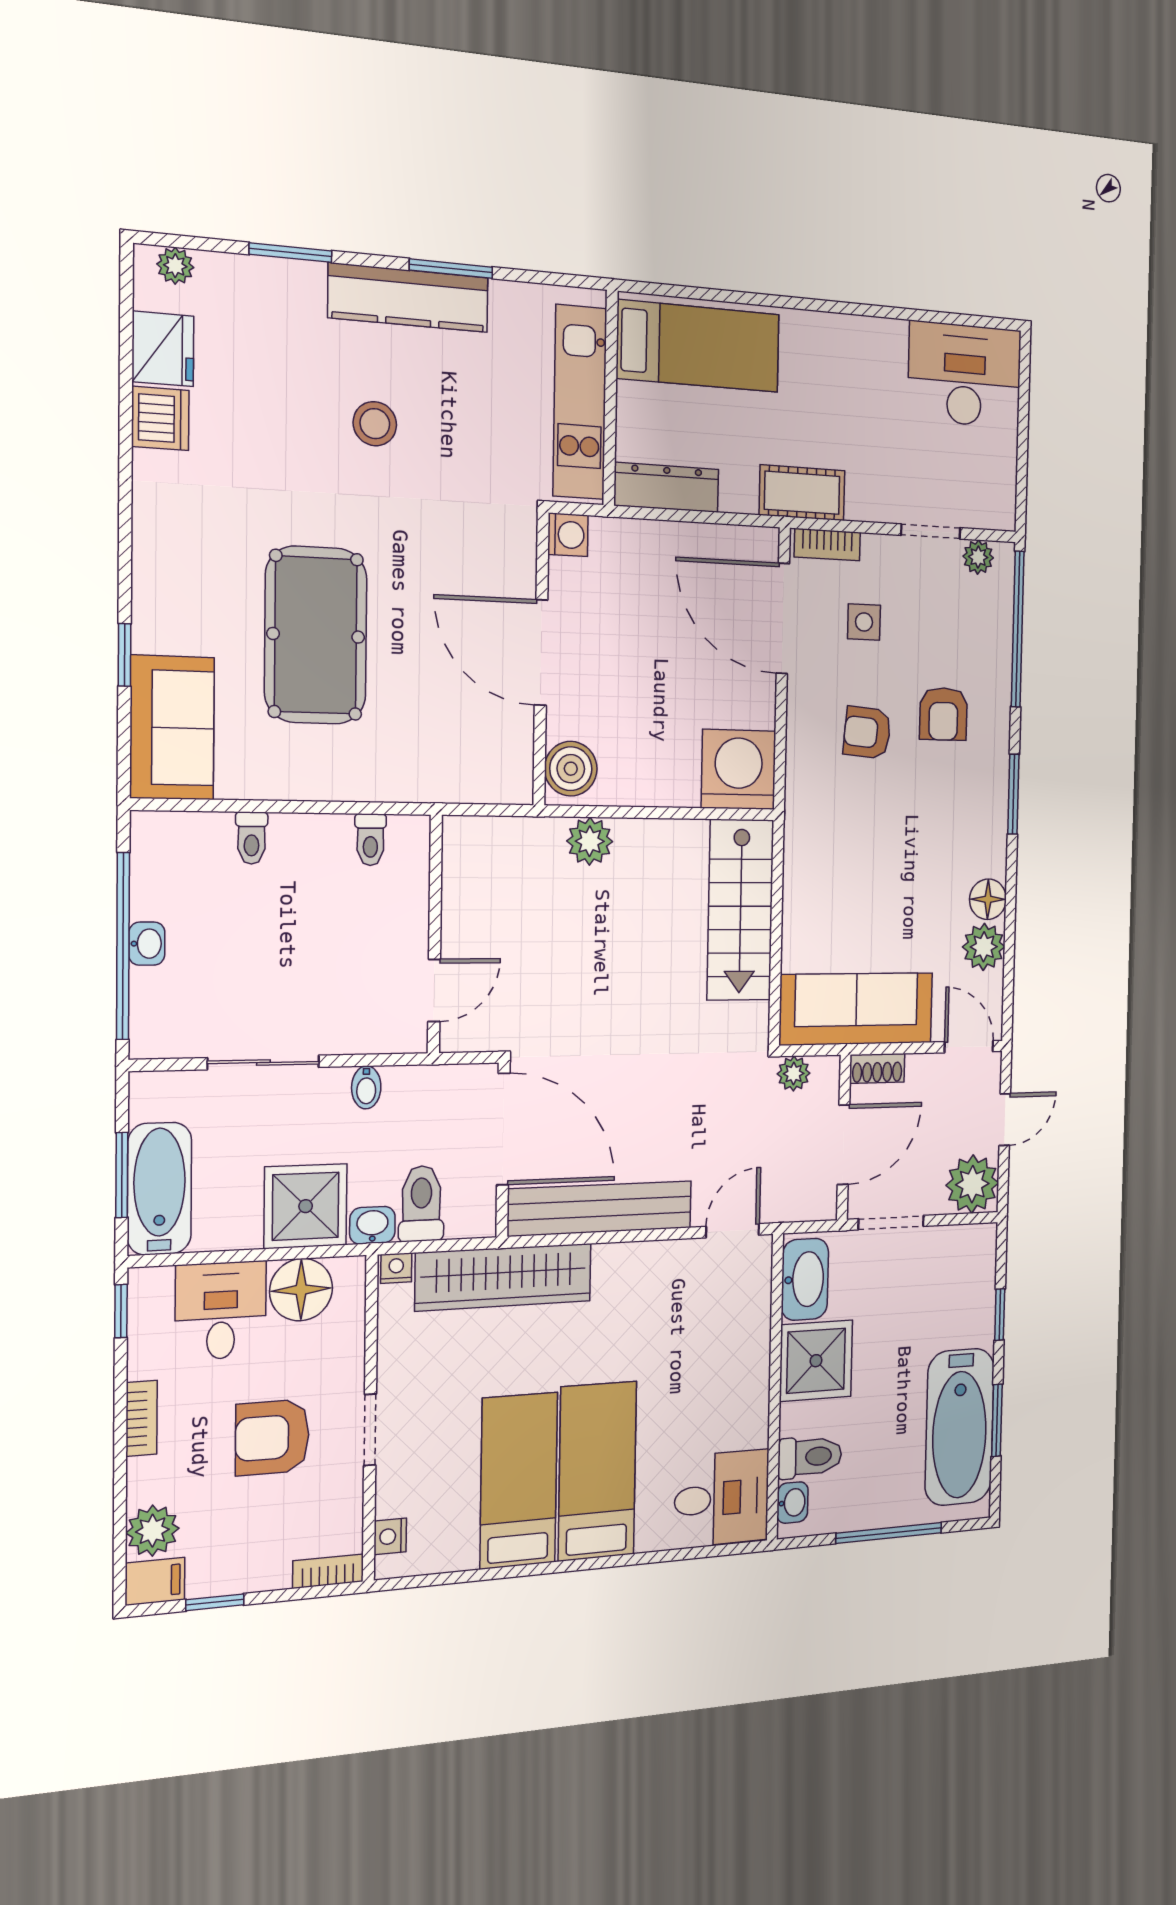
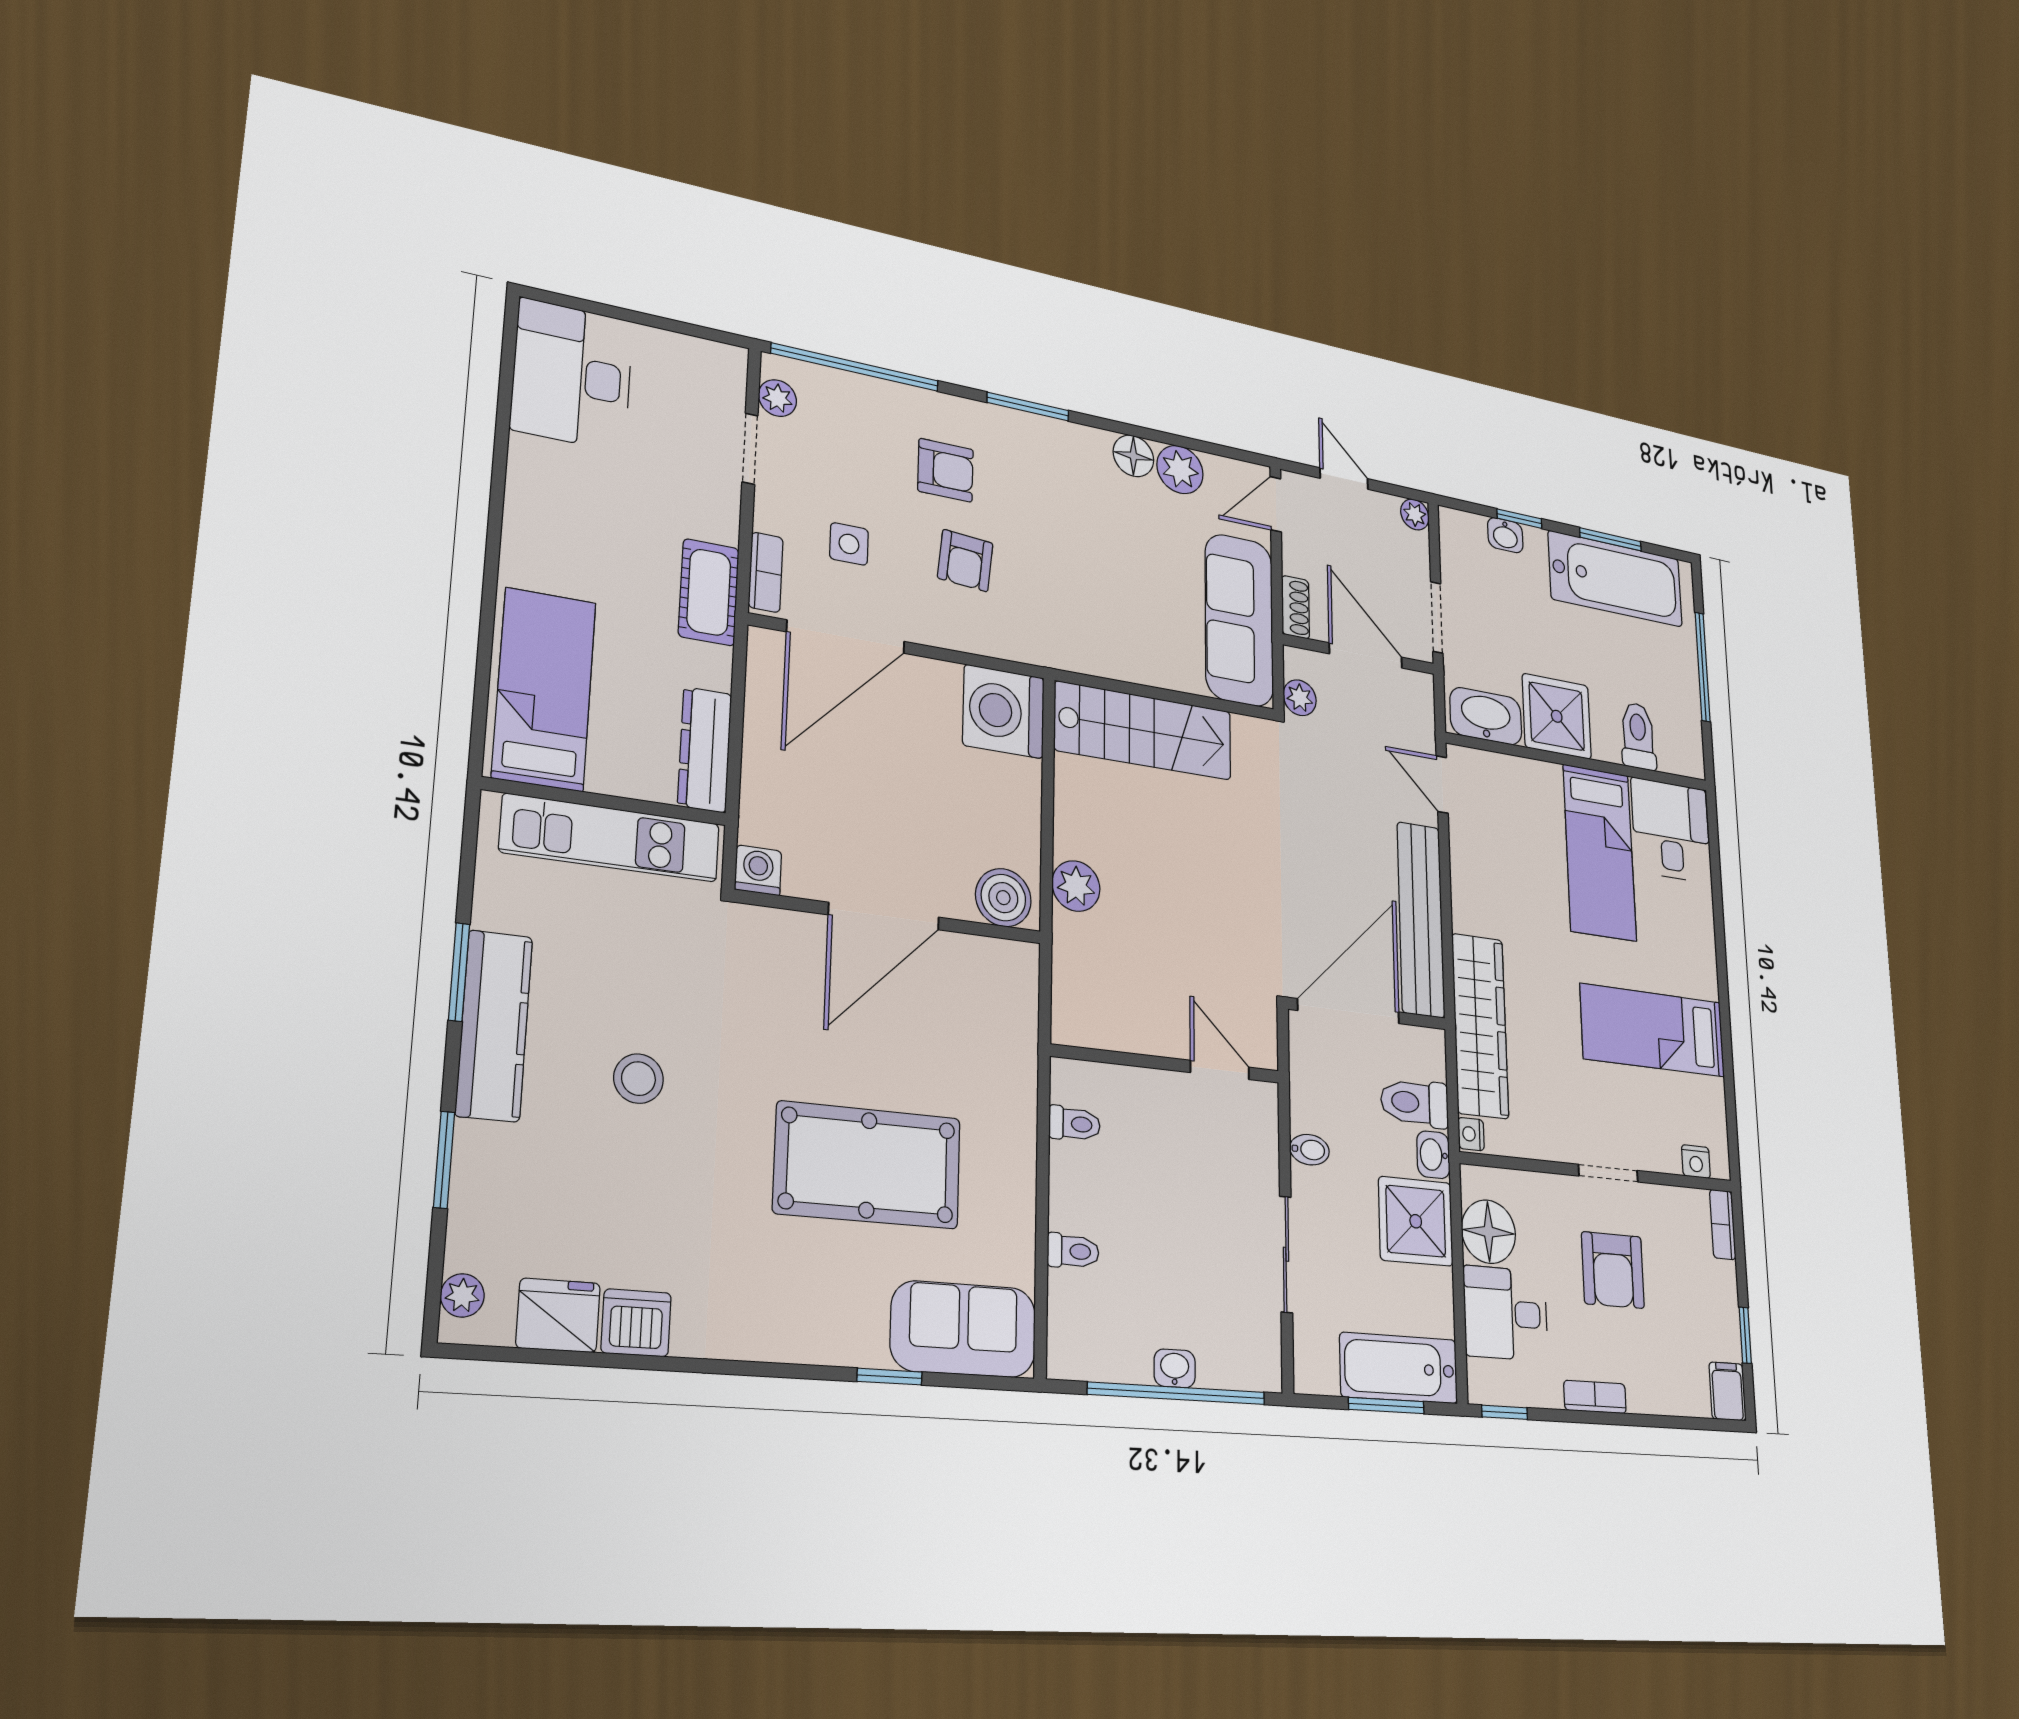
plant: (972, 1184) -> (1415, 514), width x0.53, depth x0.53
bed: (597, 1471) -> (1600, 852), moved, turned -90
washbasin: (792, 1503) -> (1505, 535), moved, turned 180
plant: (152, 1531) -> (1687, 1392), removed

